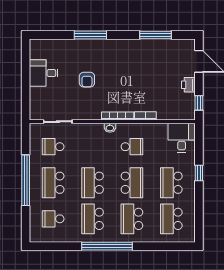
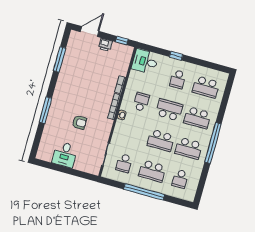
school desk: (171, 183) -> (178, 79), width x0.54

